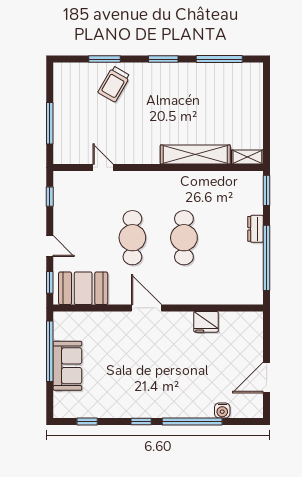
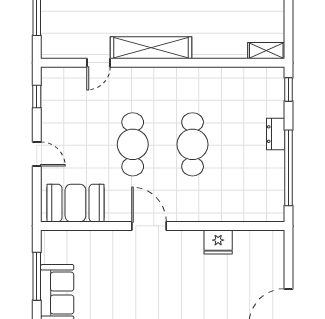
shelving: (195, 154) -> (151, 48), moved
door: (103, 167) -> (98, 63), swing flipped
window: (267, 190) -> (288, 89), width x0.67
window: (50, 282) -> (37, 196), removed
window: (50, 351) -> (37, 276), width x0.68

